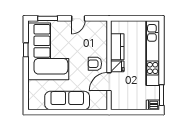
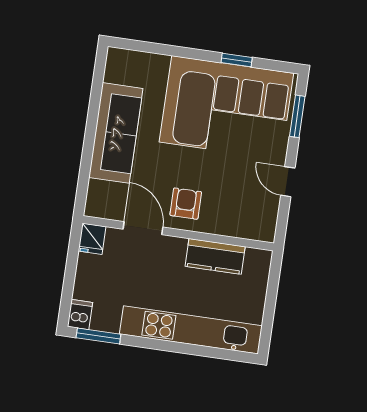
fridge: (117, 66) -> (92, 239), moved

